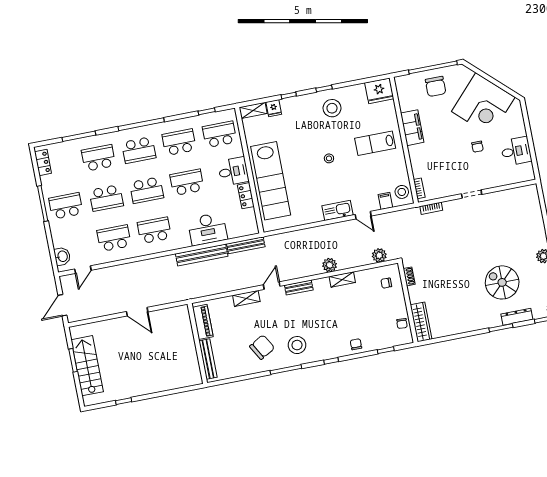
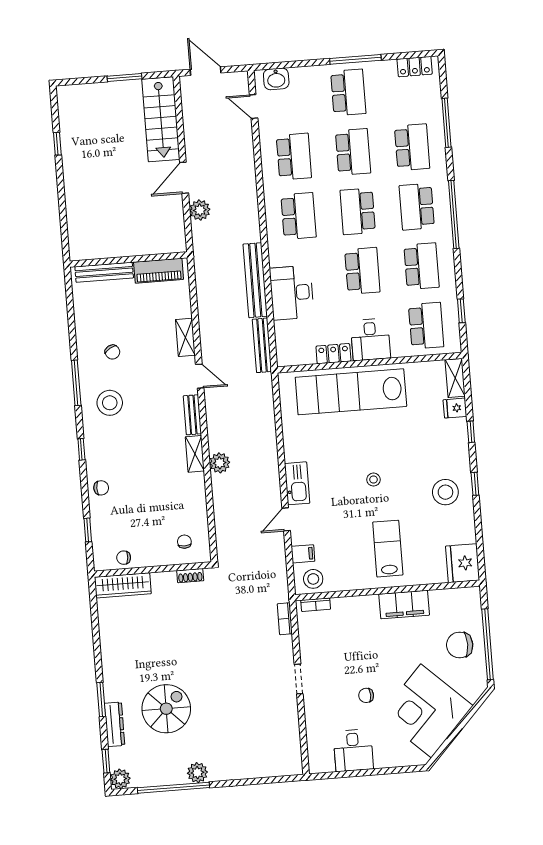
school desk: (106, 198) -> (353, 152), turned 180
plant: (379, 255) -> (200, 210), moved
shelving: (342, 279) -> (195, 454), moved
chair: (262, 347) -> (112, 352), width x0.54, depth x0.54
stairs: (87, 366) -> (161, 119), moved, turned 90

